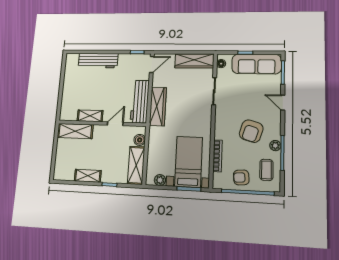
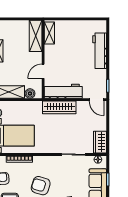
wardrobe: (194, 61) -> (100, 142), width x0.67
shelving: (90, 116) -> (49, 33), moved
door: (115, 124) -> (43, 71), swing flipped

